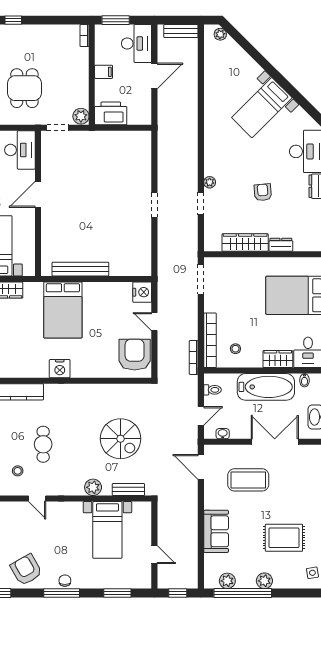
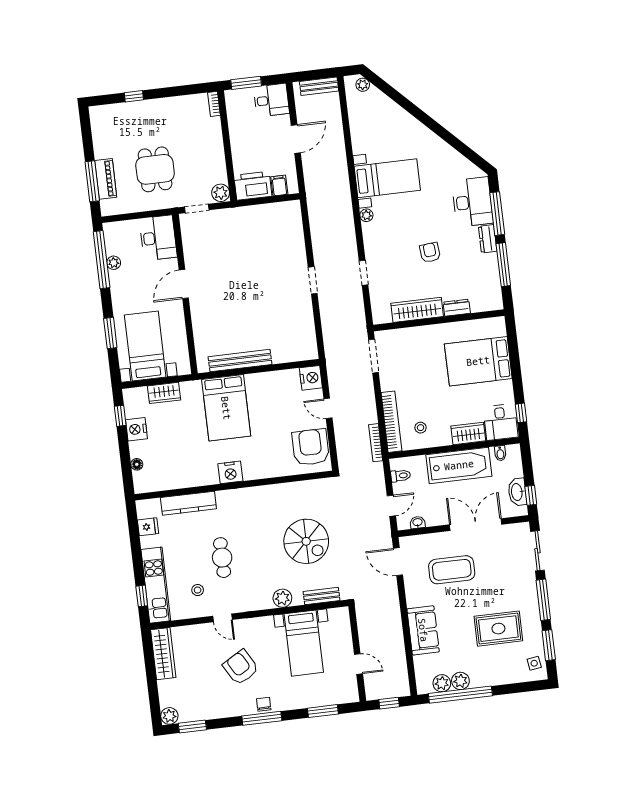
desk: (136, 44) -> (271, 100), width x0.73
filing cabinet: (104, 72) -> (279, 186), moved, turned -90
bed with nightstands: (262, 108) -> (387, 178), moved, turned -135
plant: (210, 182) -> (366, 215), moved
armchair: (26, 570) -> (241, 667), moved
plant: (264, 581) -> (460, 681), moved

